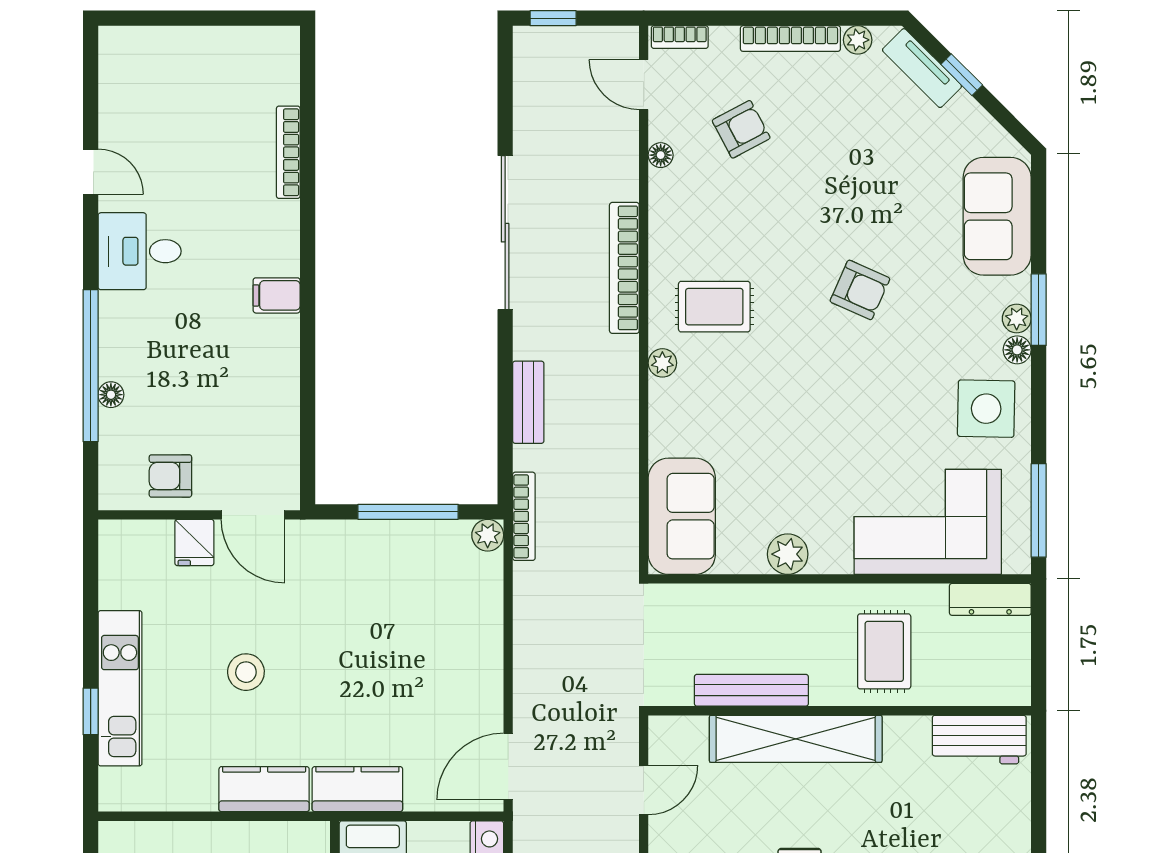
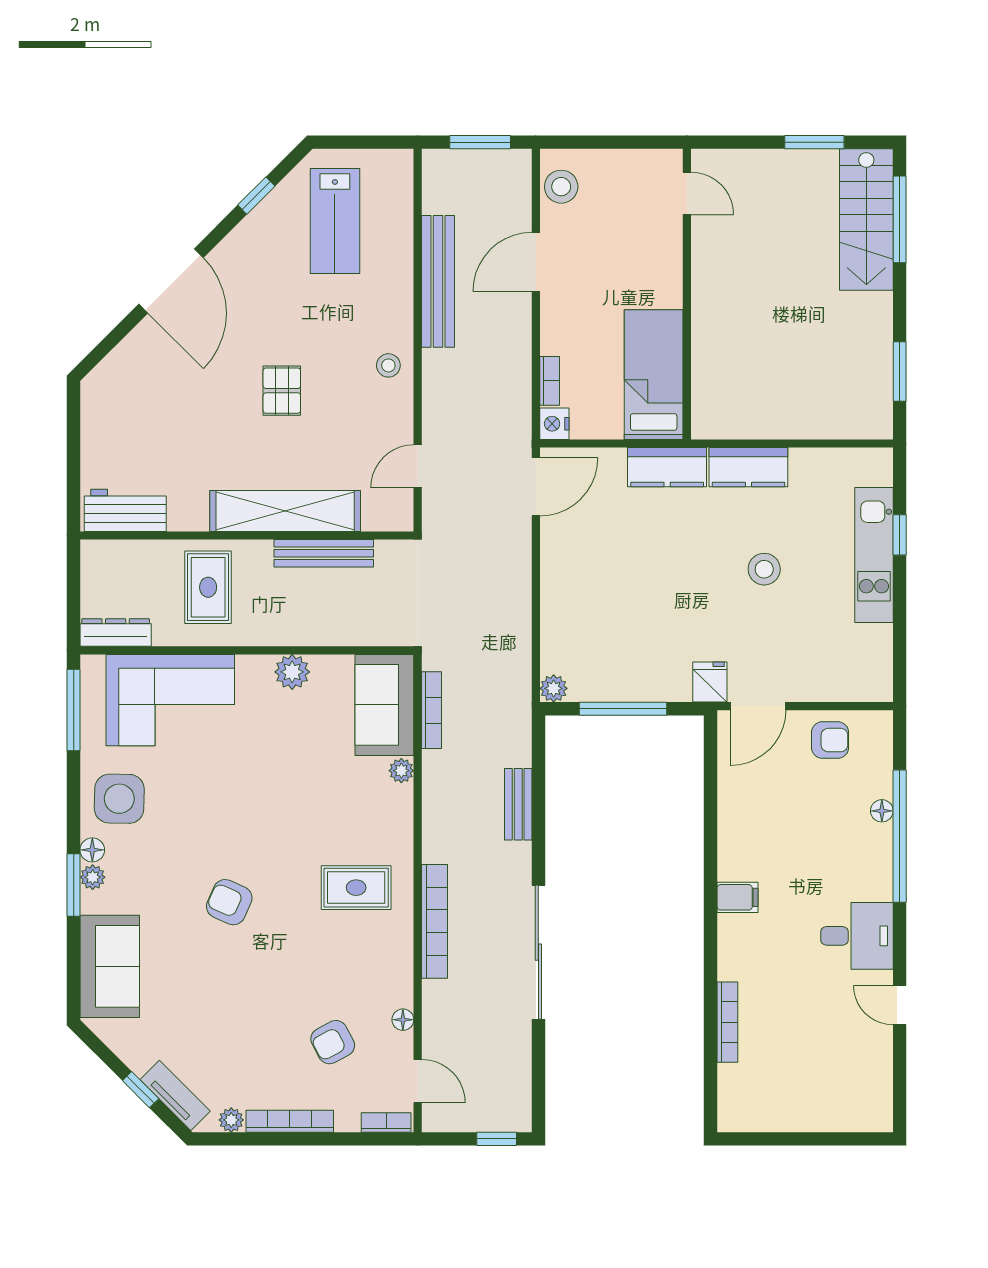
plant: (662, 363) -> (401, 771), moved
door: (253, 515) -> (758, 706), swing flipped
bookcase: (524, 516) -> (431, 710), moved, turned 180
fridge: (194, 543) -> (710, 682), moved

